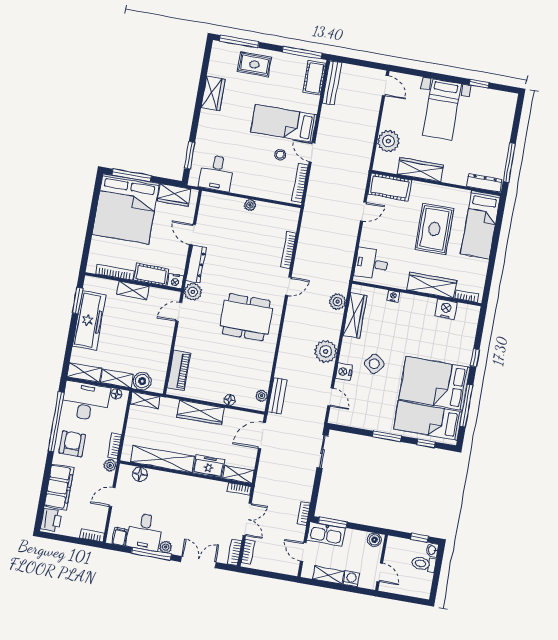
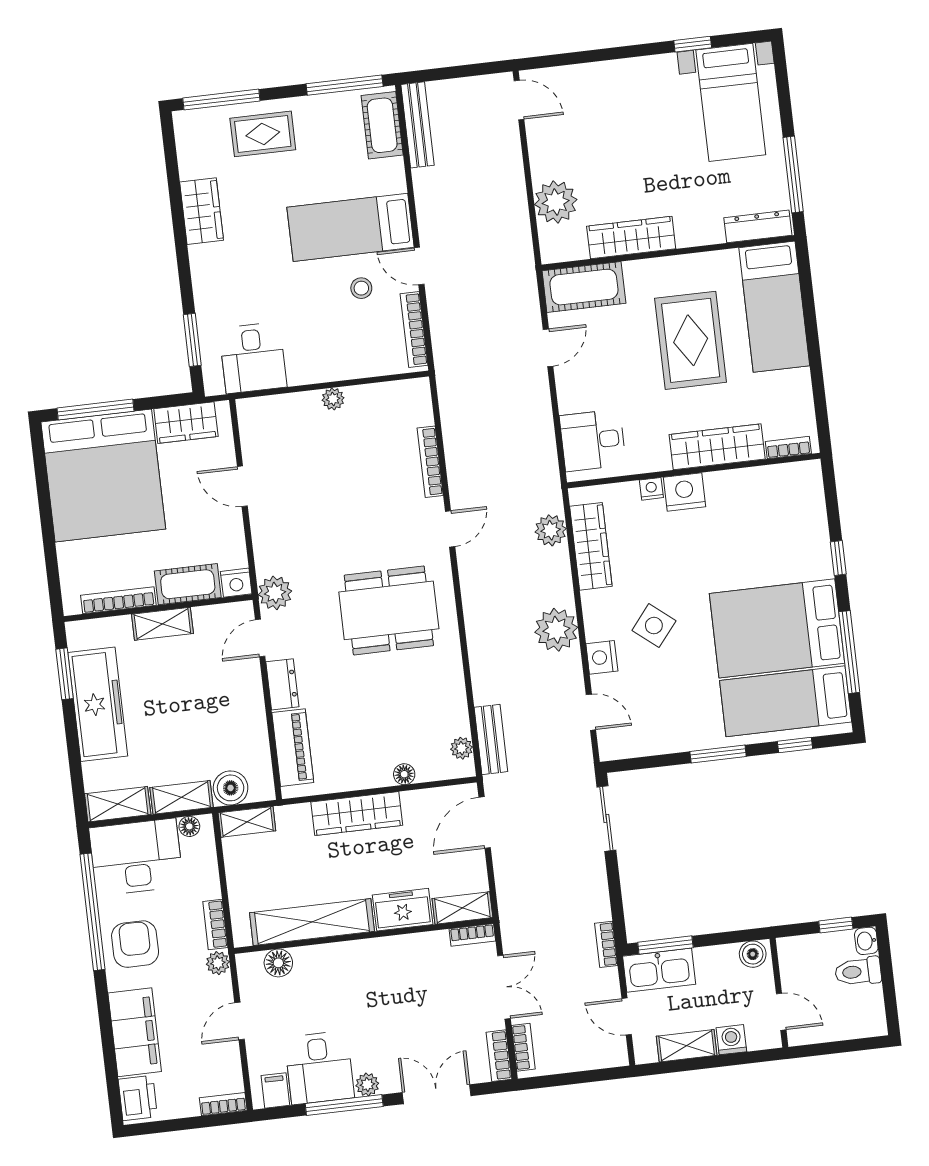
bed with nightstands: (442, 110) -> (731, 102), moved
dresser: (196, 264) -> (282, 684), moved, width x0.70
nightstand: (446, 309) -> (684, 492), moved

